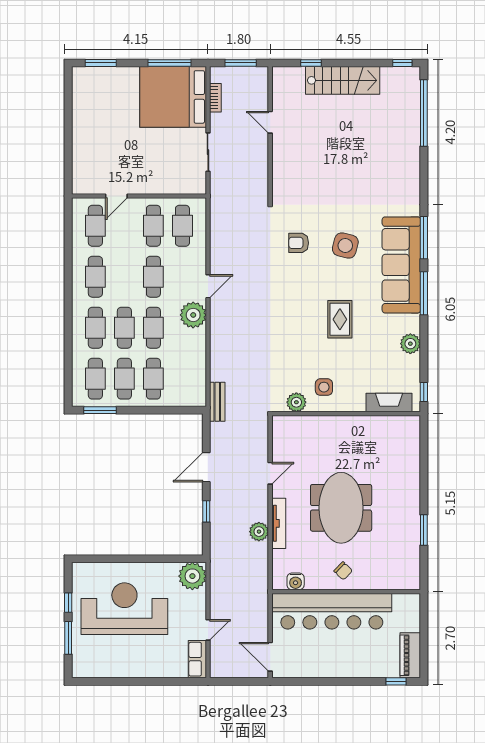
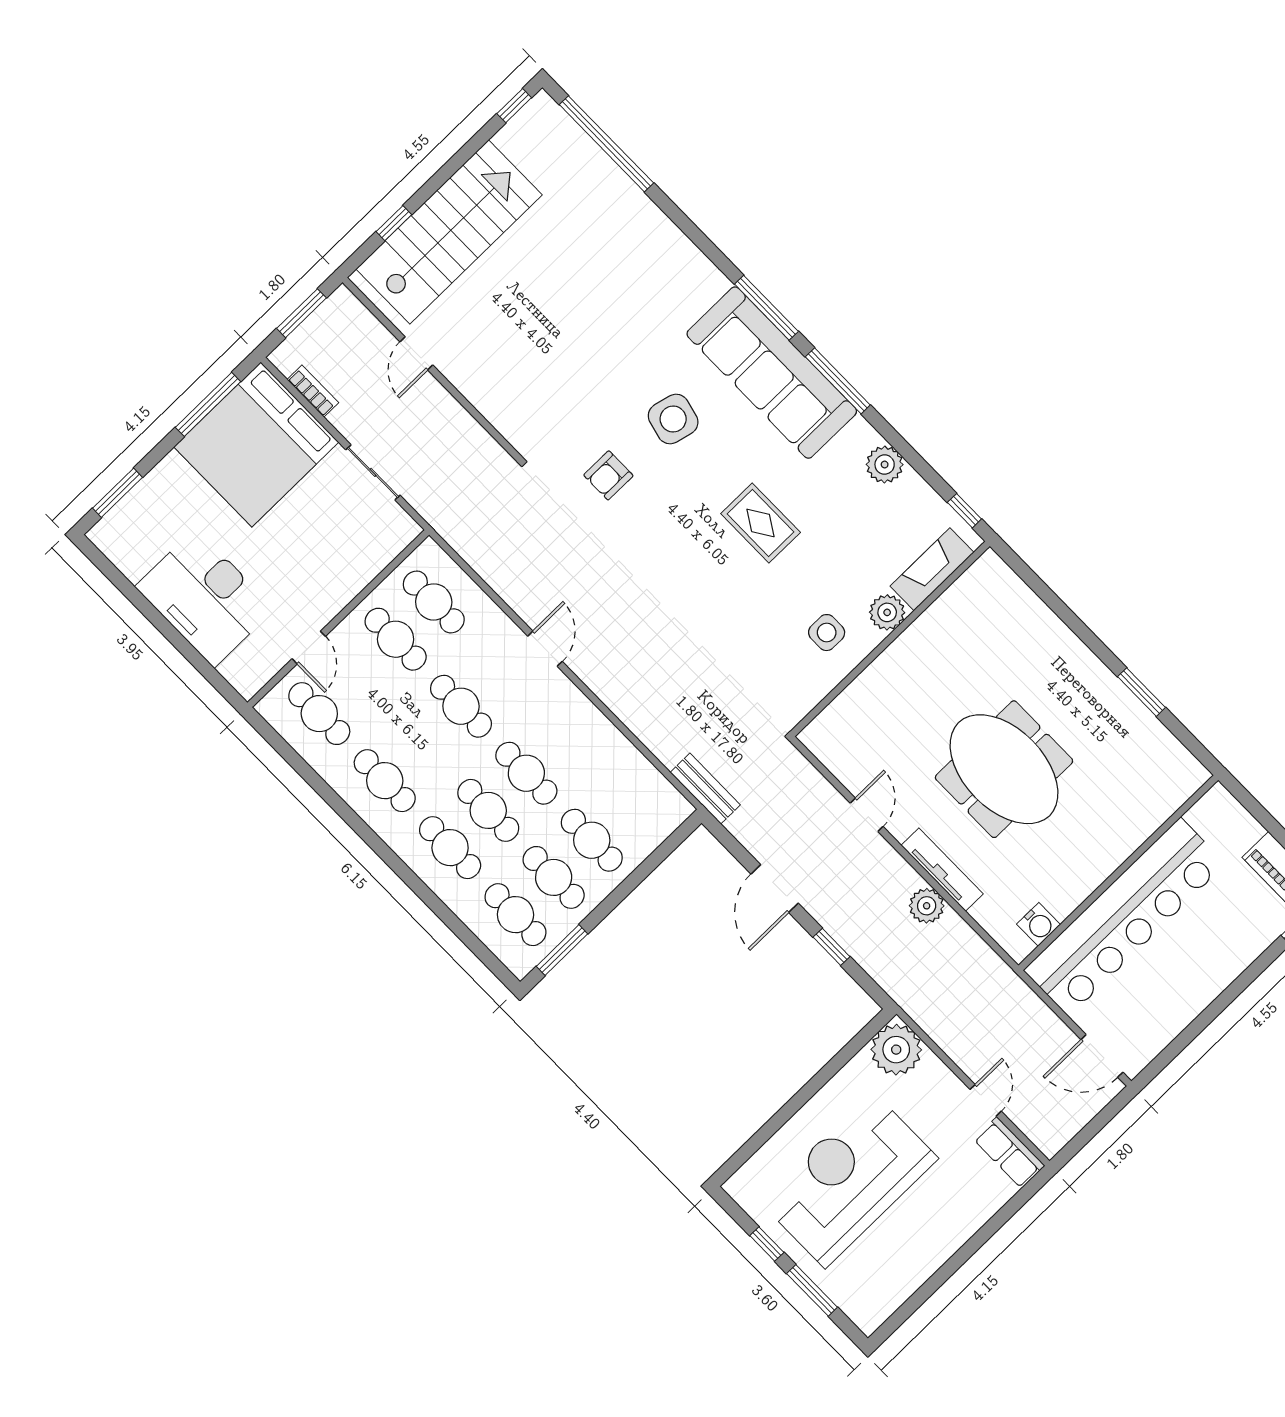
stairs: (343, 80) -> (449, 232), width x1.36, depth x1.51
door: (270, 122) -> (416, 353), hinge flipped
desk: (95, 137) -> (205, 598), added
plant: (193, 315) -> (562, 705), removed
plant: (296, 402) -> (887, 612), moved
chair: (343, 571) -> (1088, 849), removed

